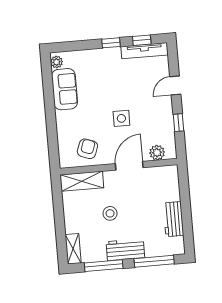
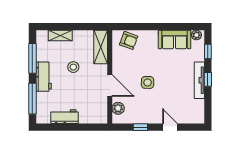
window: (142, 40) -> (208, 52), moved
tv unit: (145, 51) -> (199, 80), moved
armchair: (87, 149) -> (129, 40), moved
shelving: (73, 249) -> (60, 36), moved

